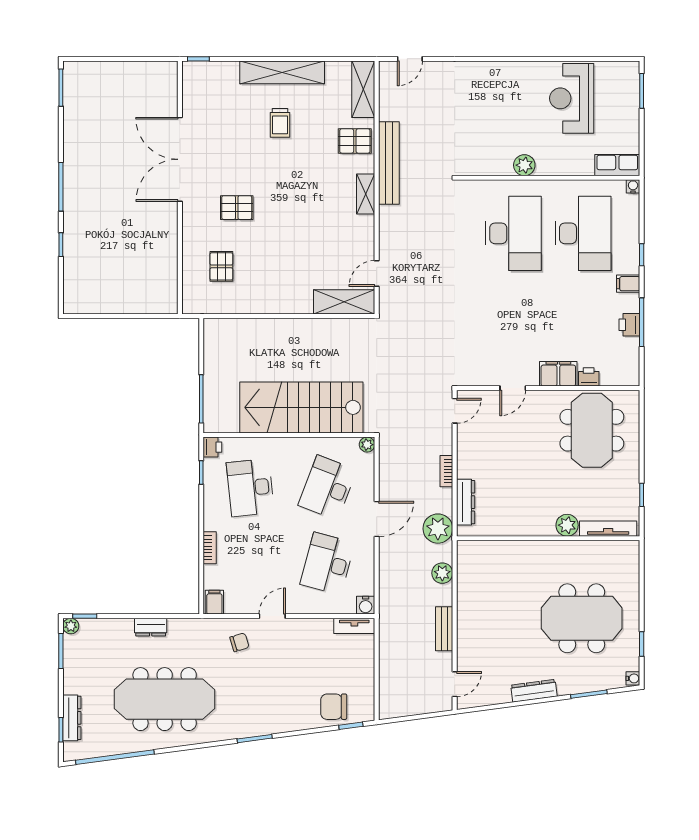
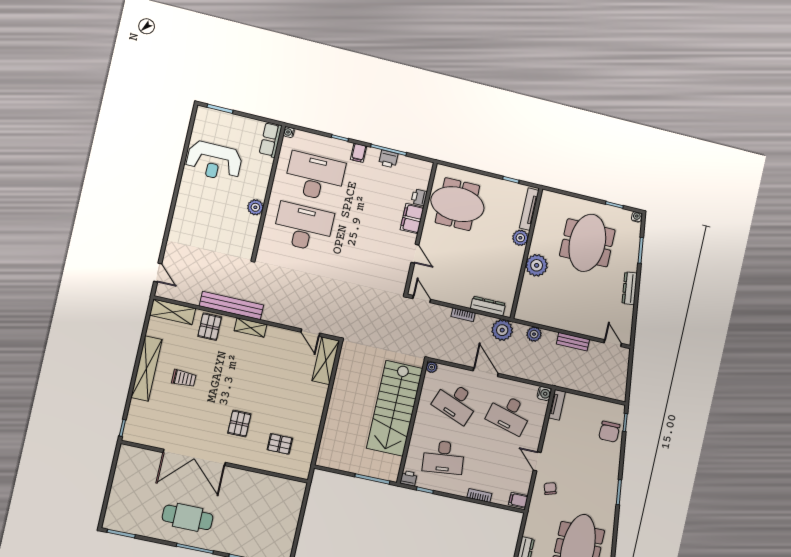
cafe table: (100, 168) -> (188, 517), added
plant: (535, 556) -> (537, 265), added

